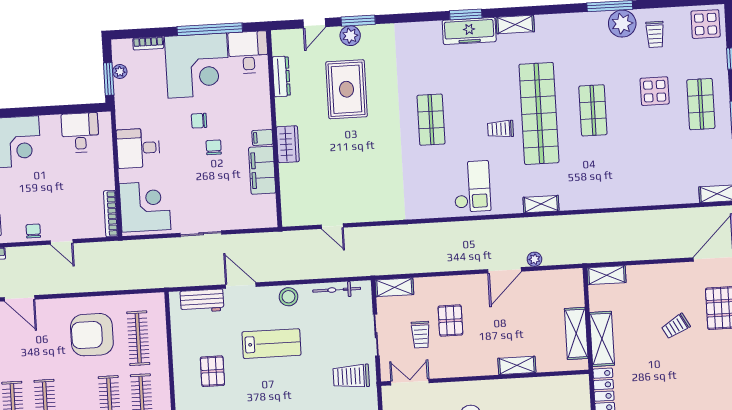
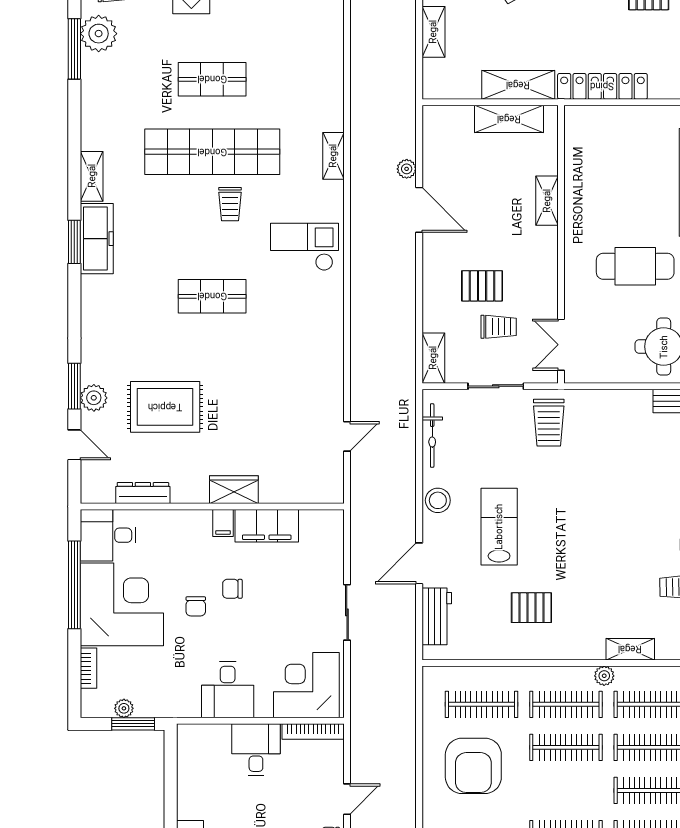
desk: (80, 133) -> (256, 750), moved, turned 90
shelving: (607, 275) -> (433, 32), moved

